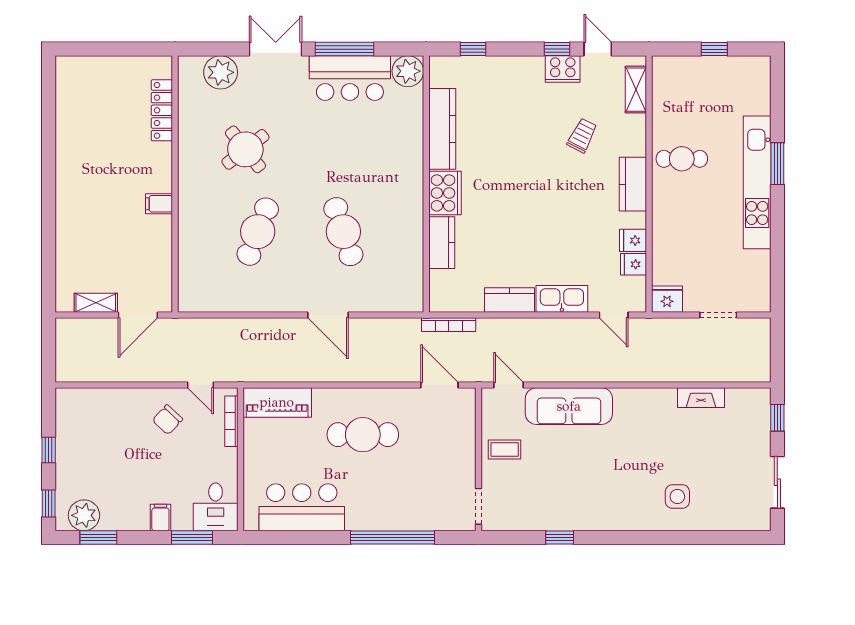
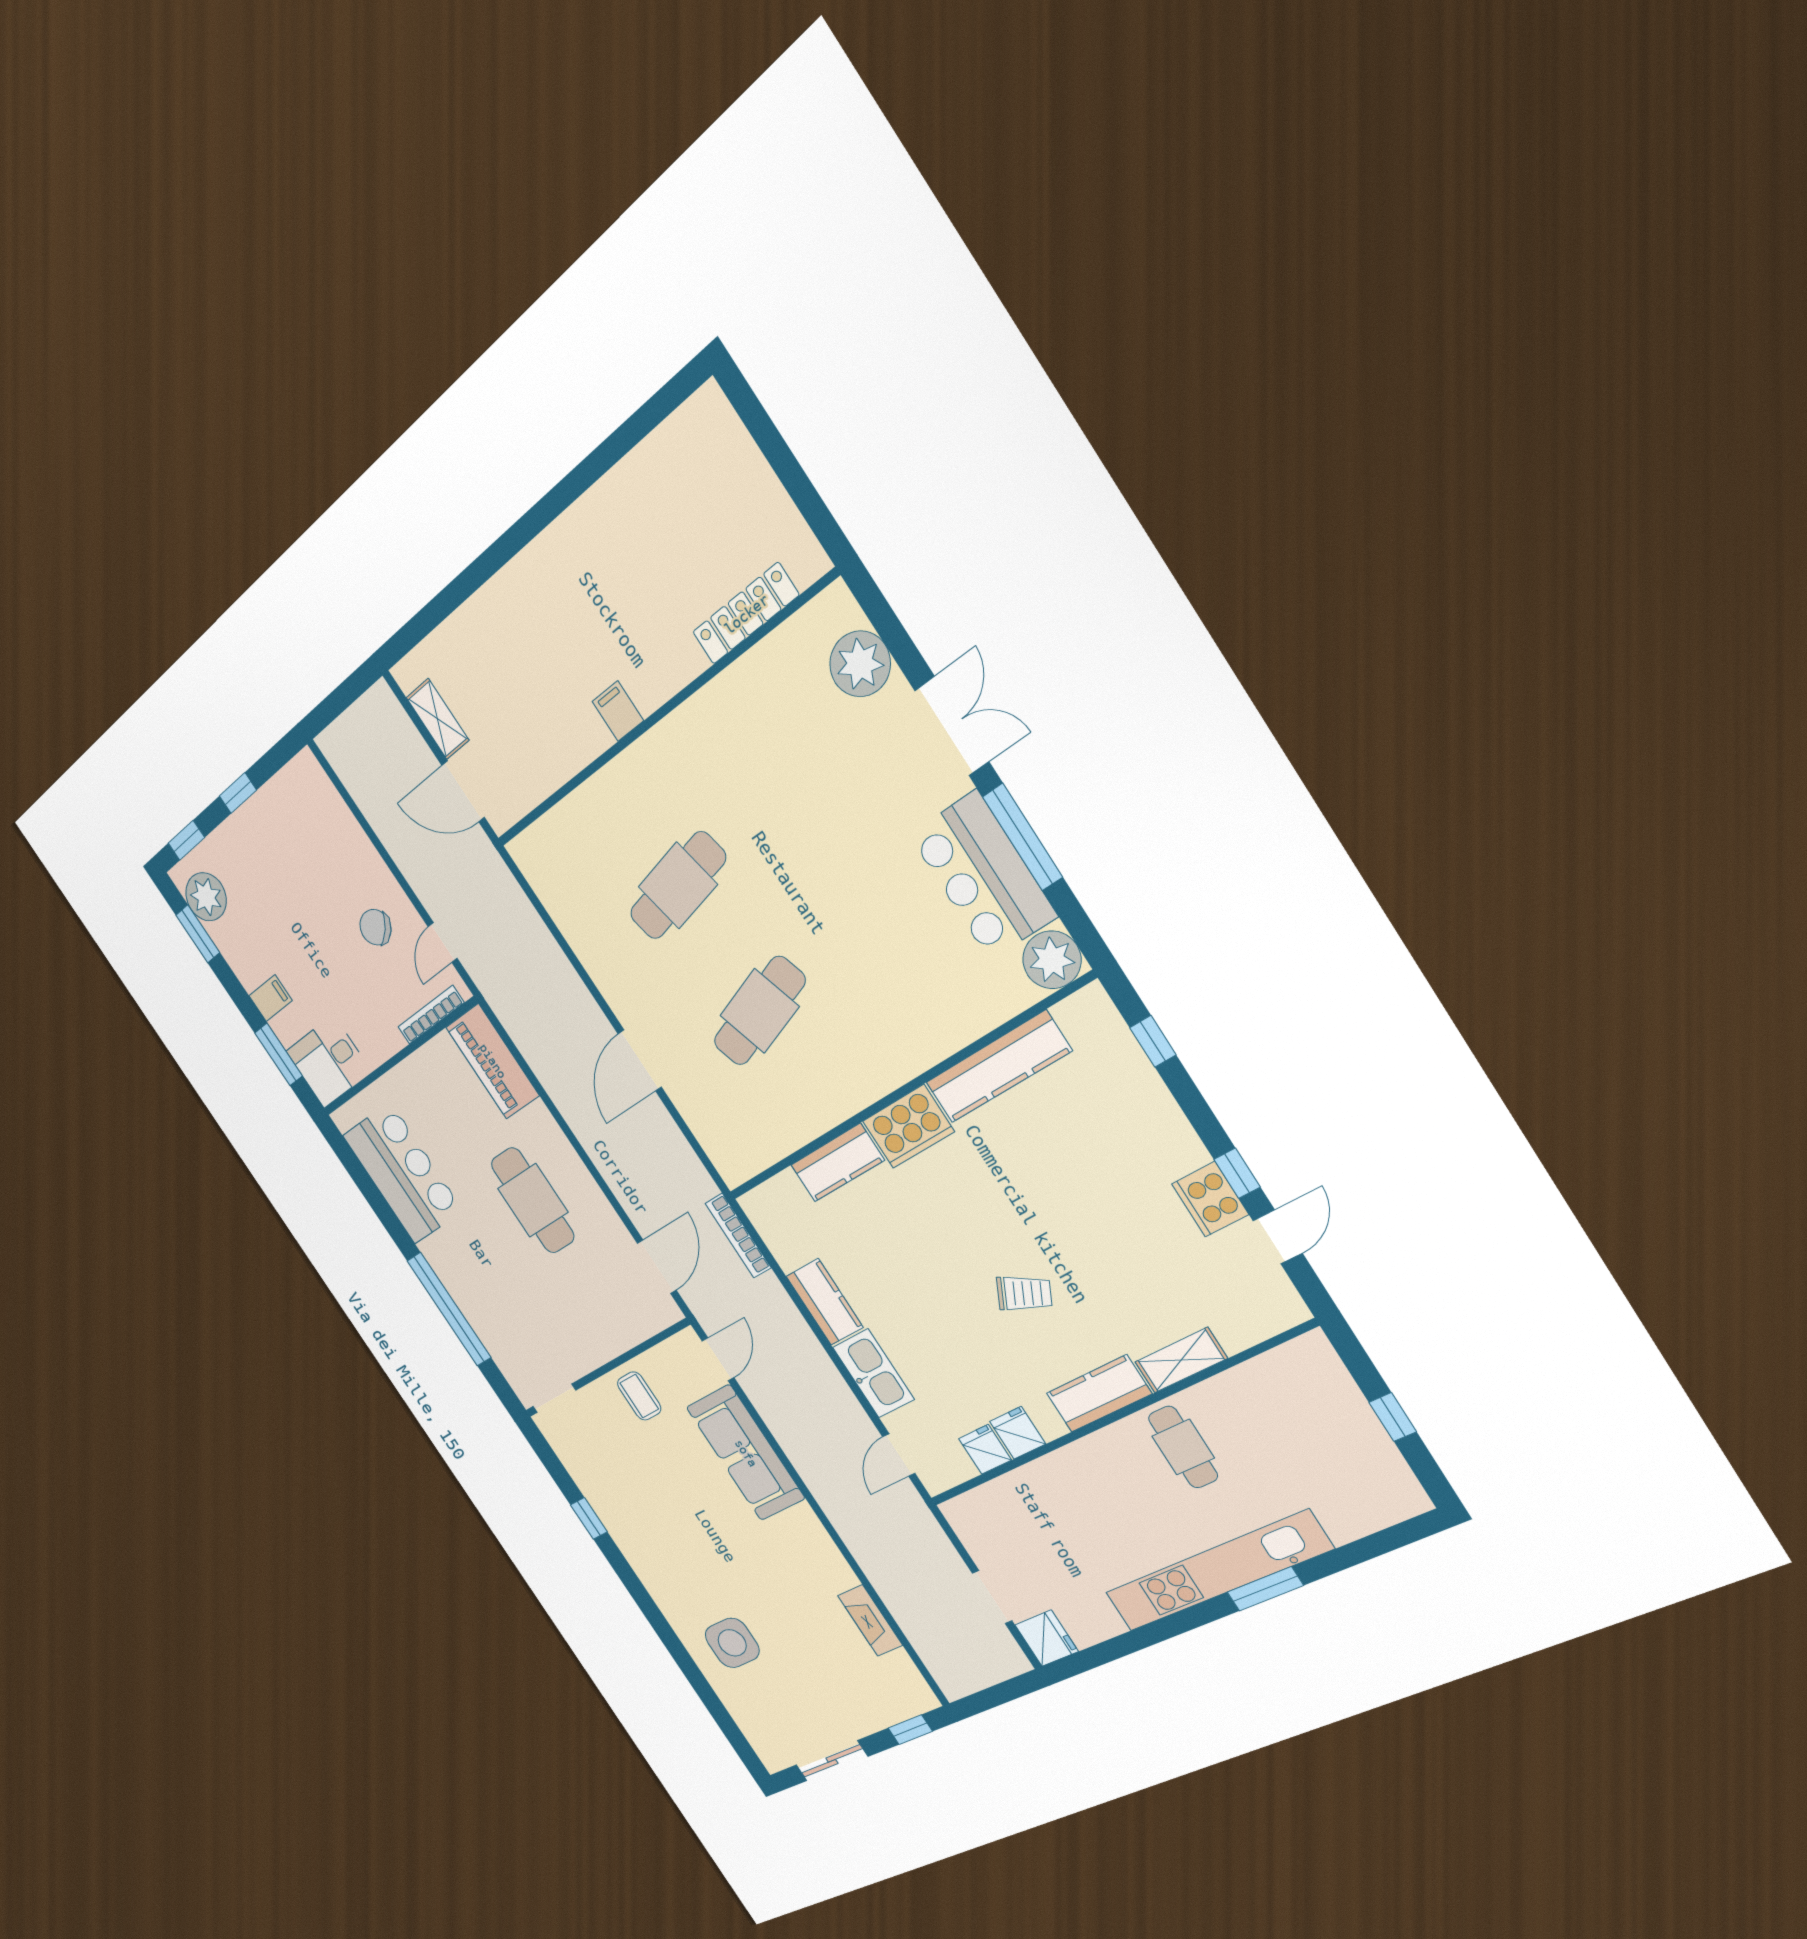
shelving: (636, 90) -> (1181, 1360), moved
trolley: (582, 136) -> (1024, 1293), moved
round table: (245, 149) -> (775, 786), removed
cafe table: (258, 232) -> (678, 886), turned -33
fridge: (667, 299) -> (1047, 1638), moved
side table: (677, 497) -> (732, 1643), width x1.37, depth x1.37

